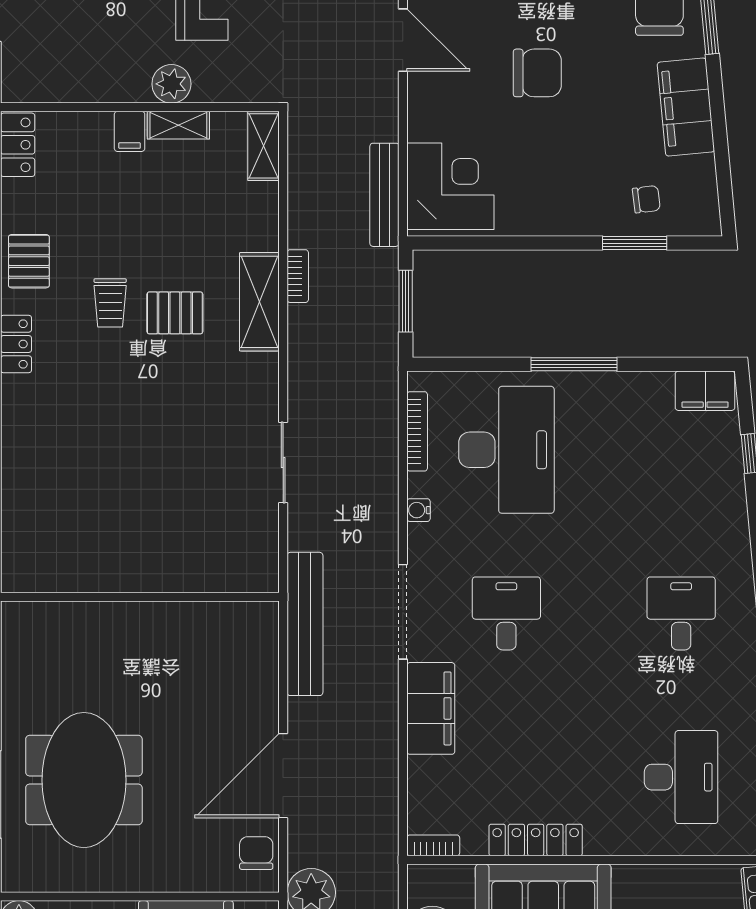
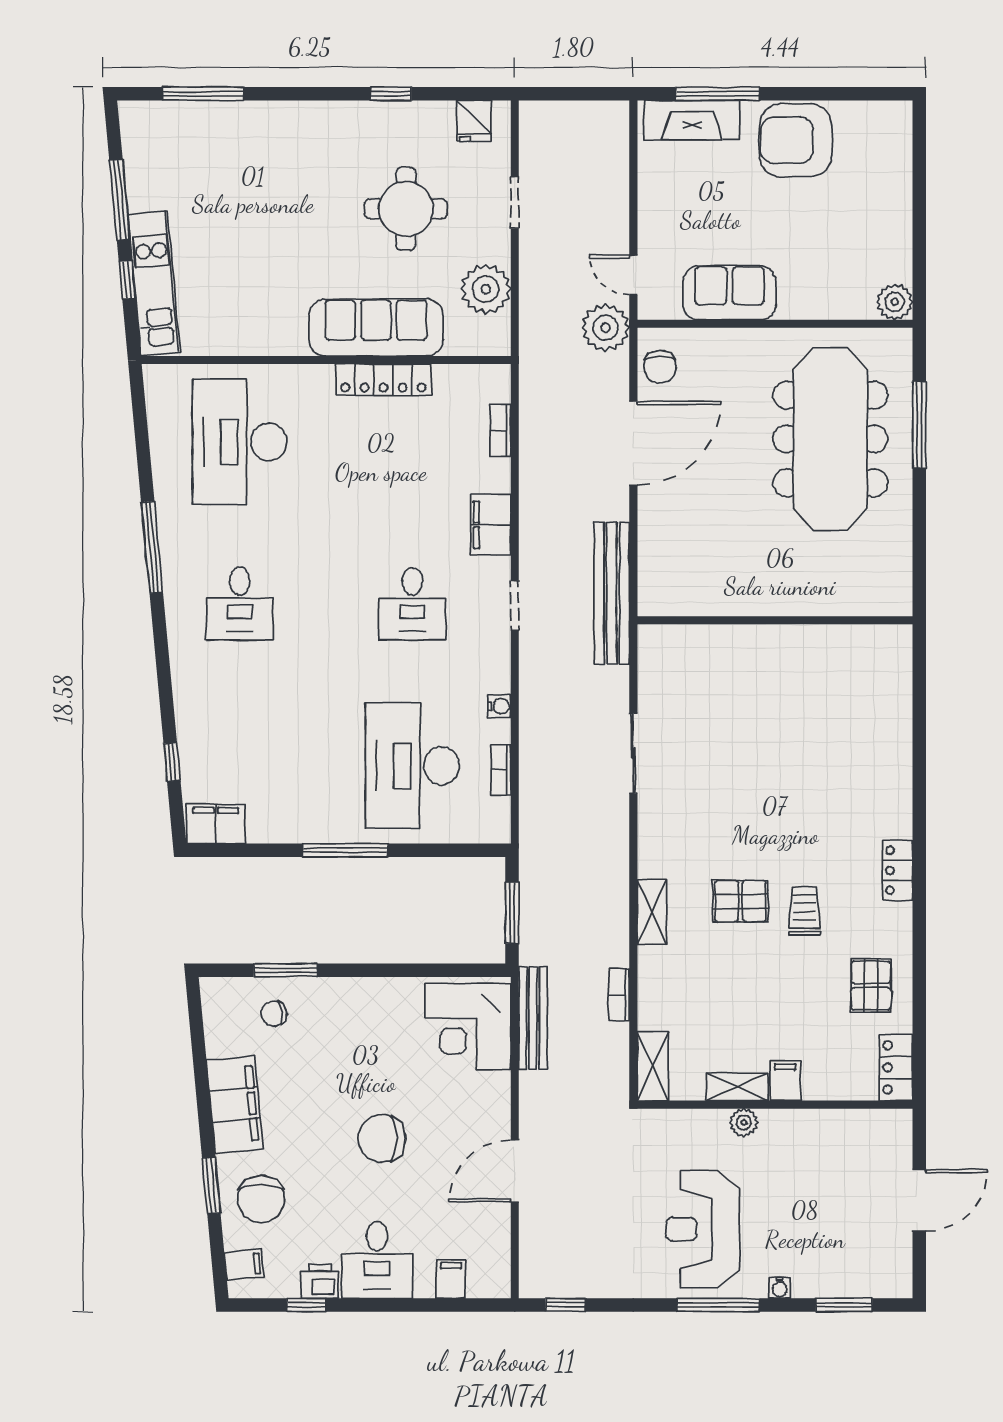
door: (403, 40) -> (515, 1171), hinge flipped
plant: (171, 84) -> (744, 1122), width x0.73, depth x0.73
pallet: (29, 261) -> (871, 985), moved
bookcase: (298, 276) -> (619, 995), moved
shelving: (259, 302) -> (652, 912), width x0.67, depth x0.75
bookcase: (417, 431) -> (501, 770), width x0.64
doorway: (403, 612) -> (515, 605), width x0.53
filing cabinet: (431, 708) -> (491, 525), width x0.67, depth x0.86
desk: (681, 777) -> (240, 442), width x1.36, depth x1.30
meeting table: (84, 780) -> (830, 439), width x1.36
bookcase: (433, 845) -> (500, 430), moved, turned 90

